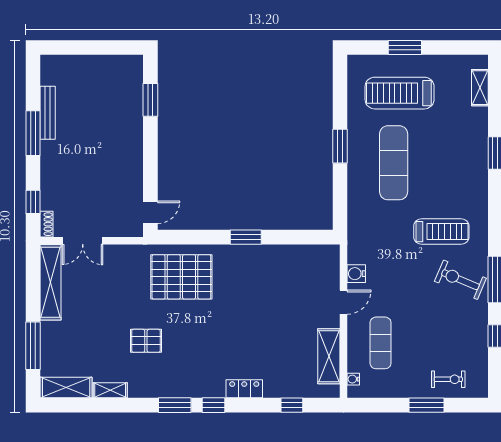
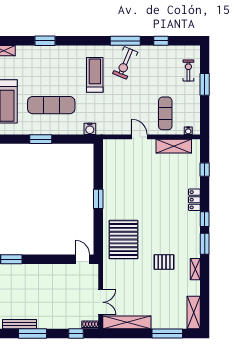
water cooler: (356, 274) -> (90, 129), moved
pallet: (146, 341) -> (164, 262), turned 90
exercise mat: (381, 343) -> (165, 113), turned 90
shelving: (110, 390) -> (195, 269), moved

